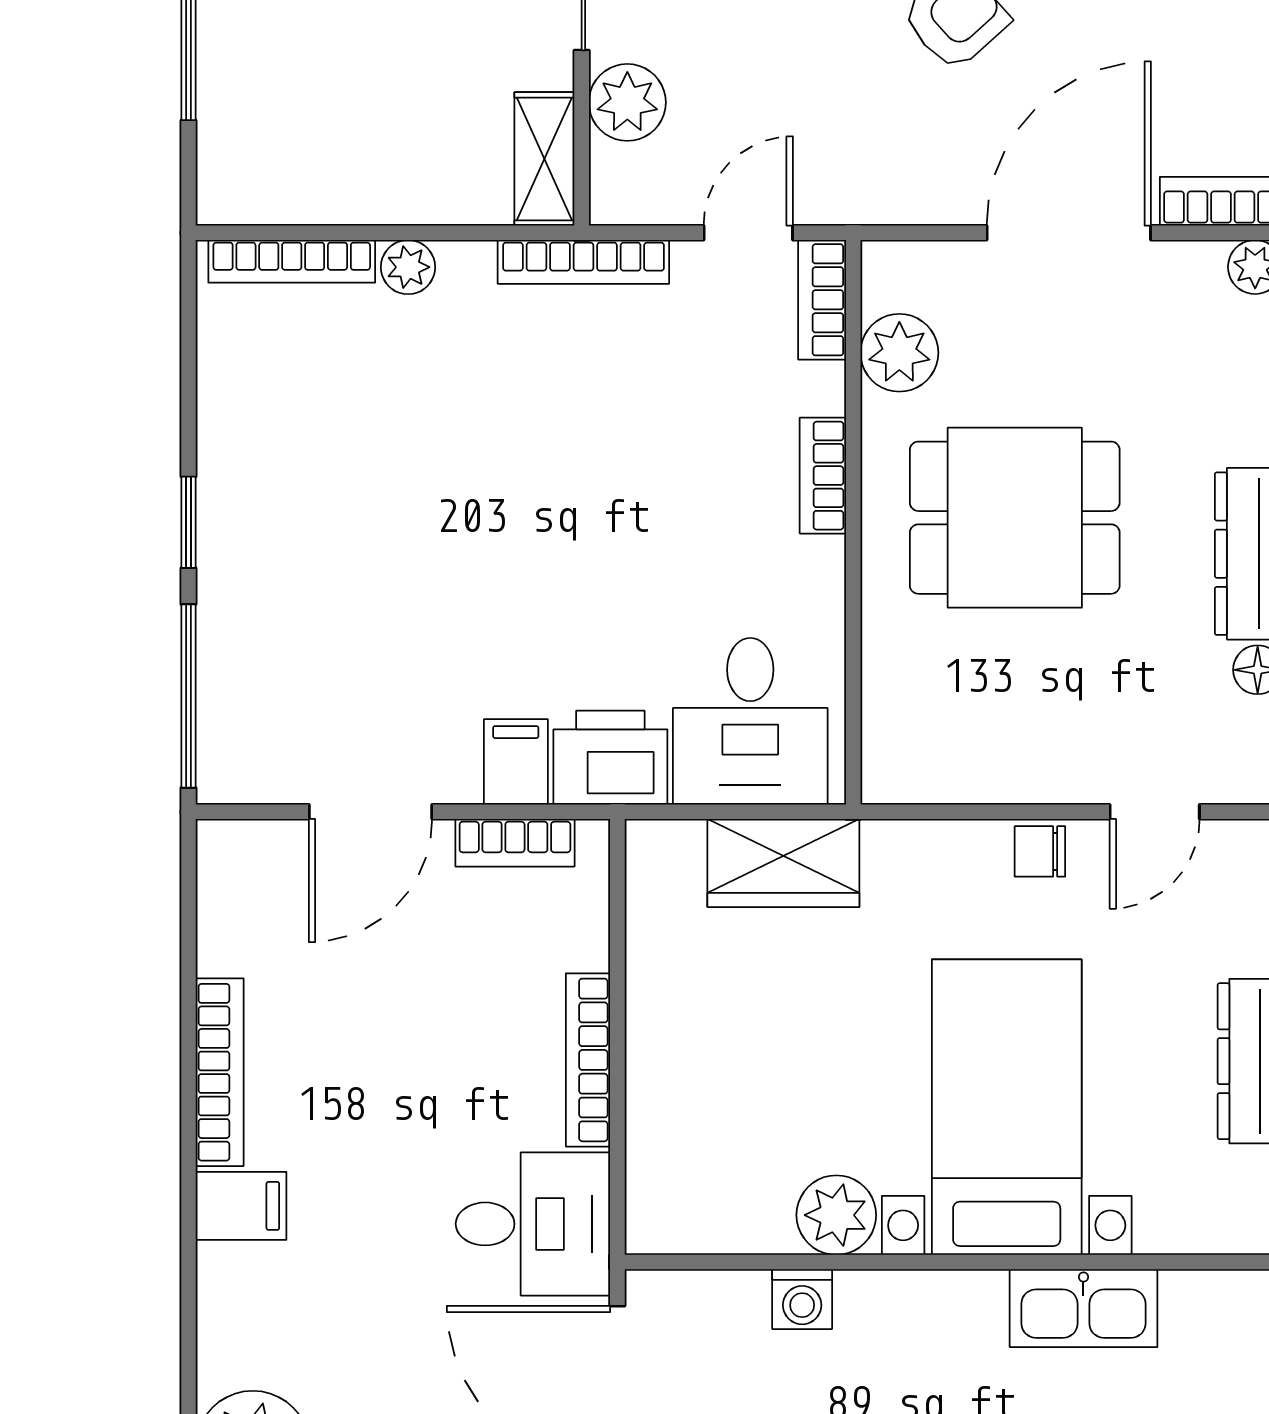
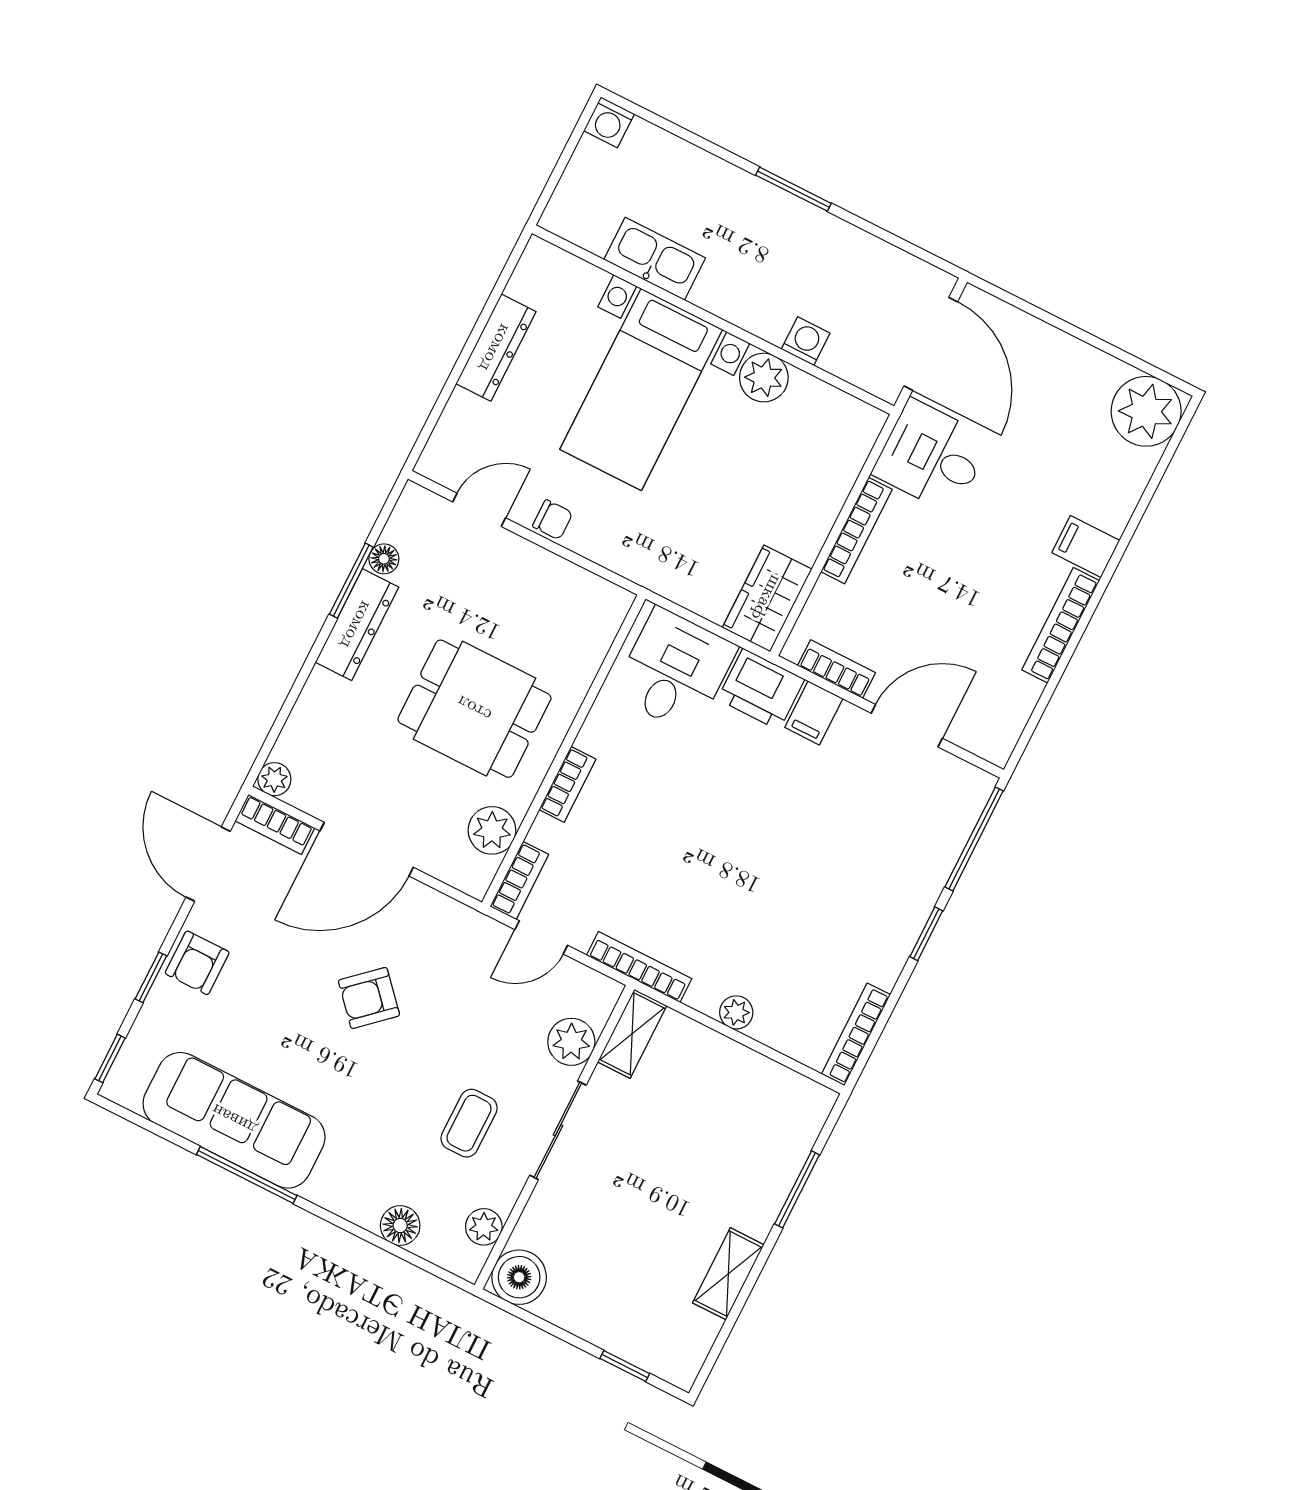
bookcase: (292, 261) -> (856, 1034), moved, turned -90
wardrobe: (783, 863) -> (767, 598), moved, turned -90

